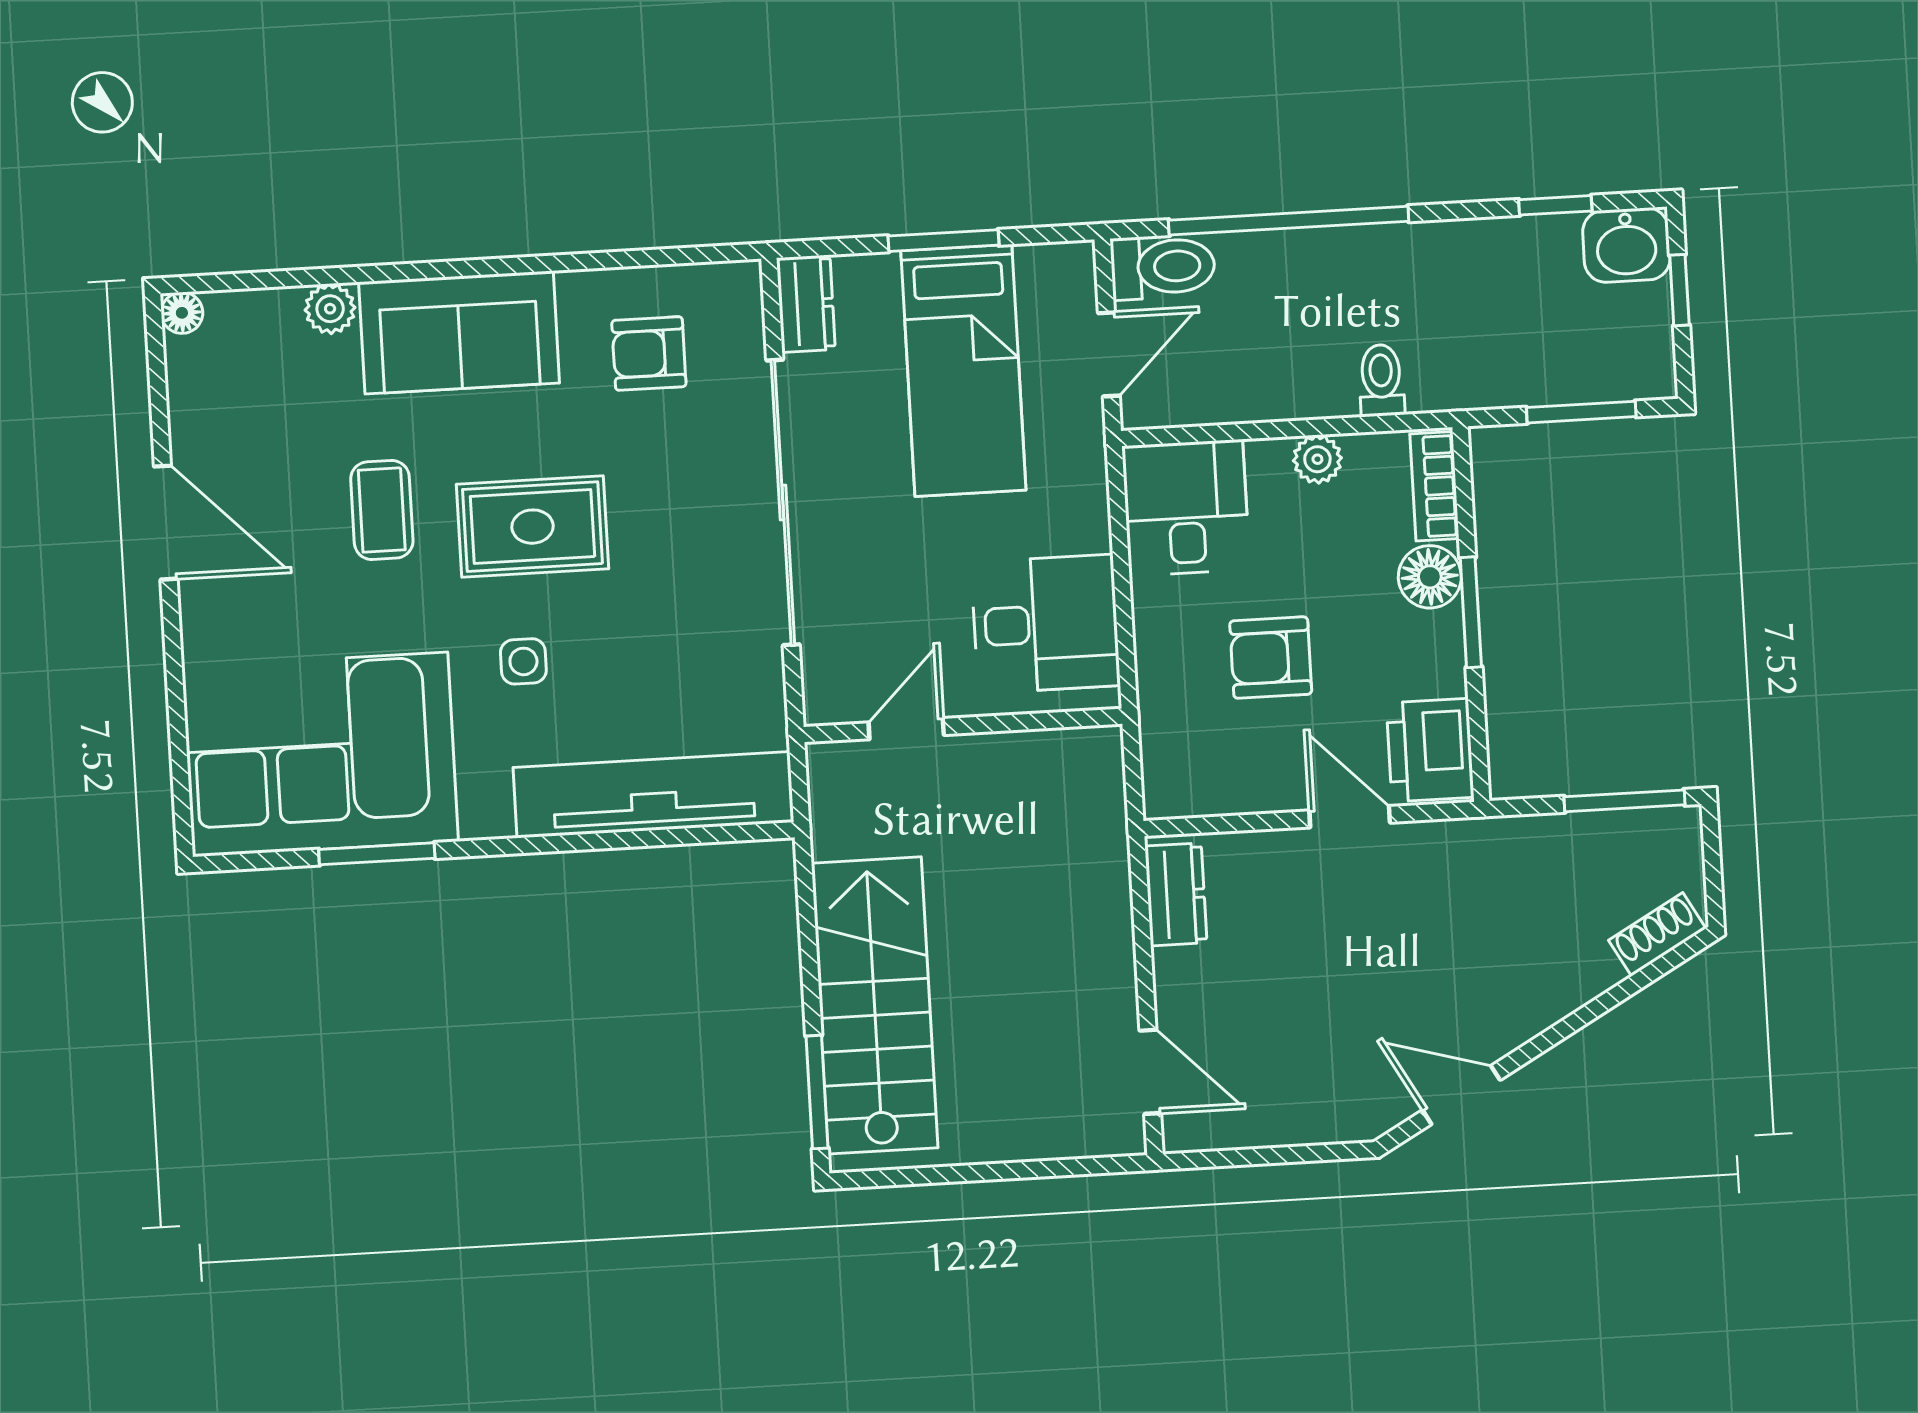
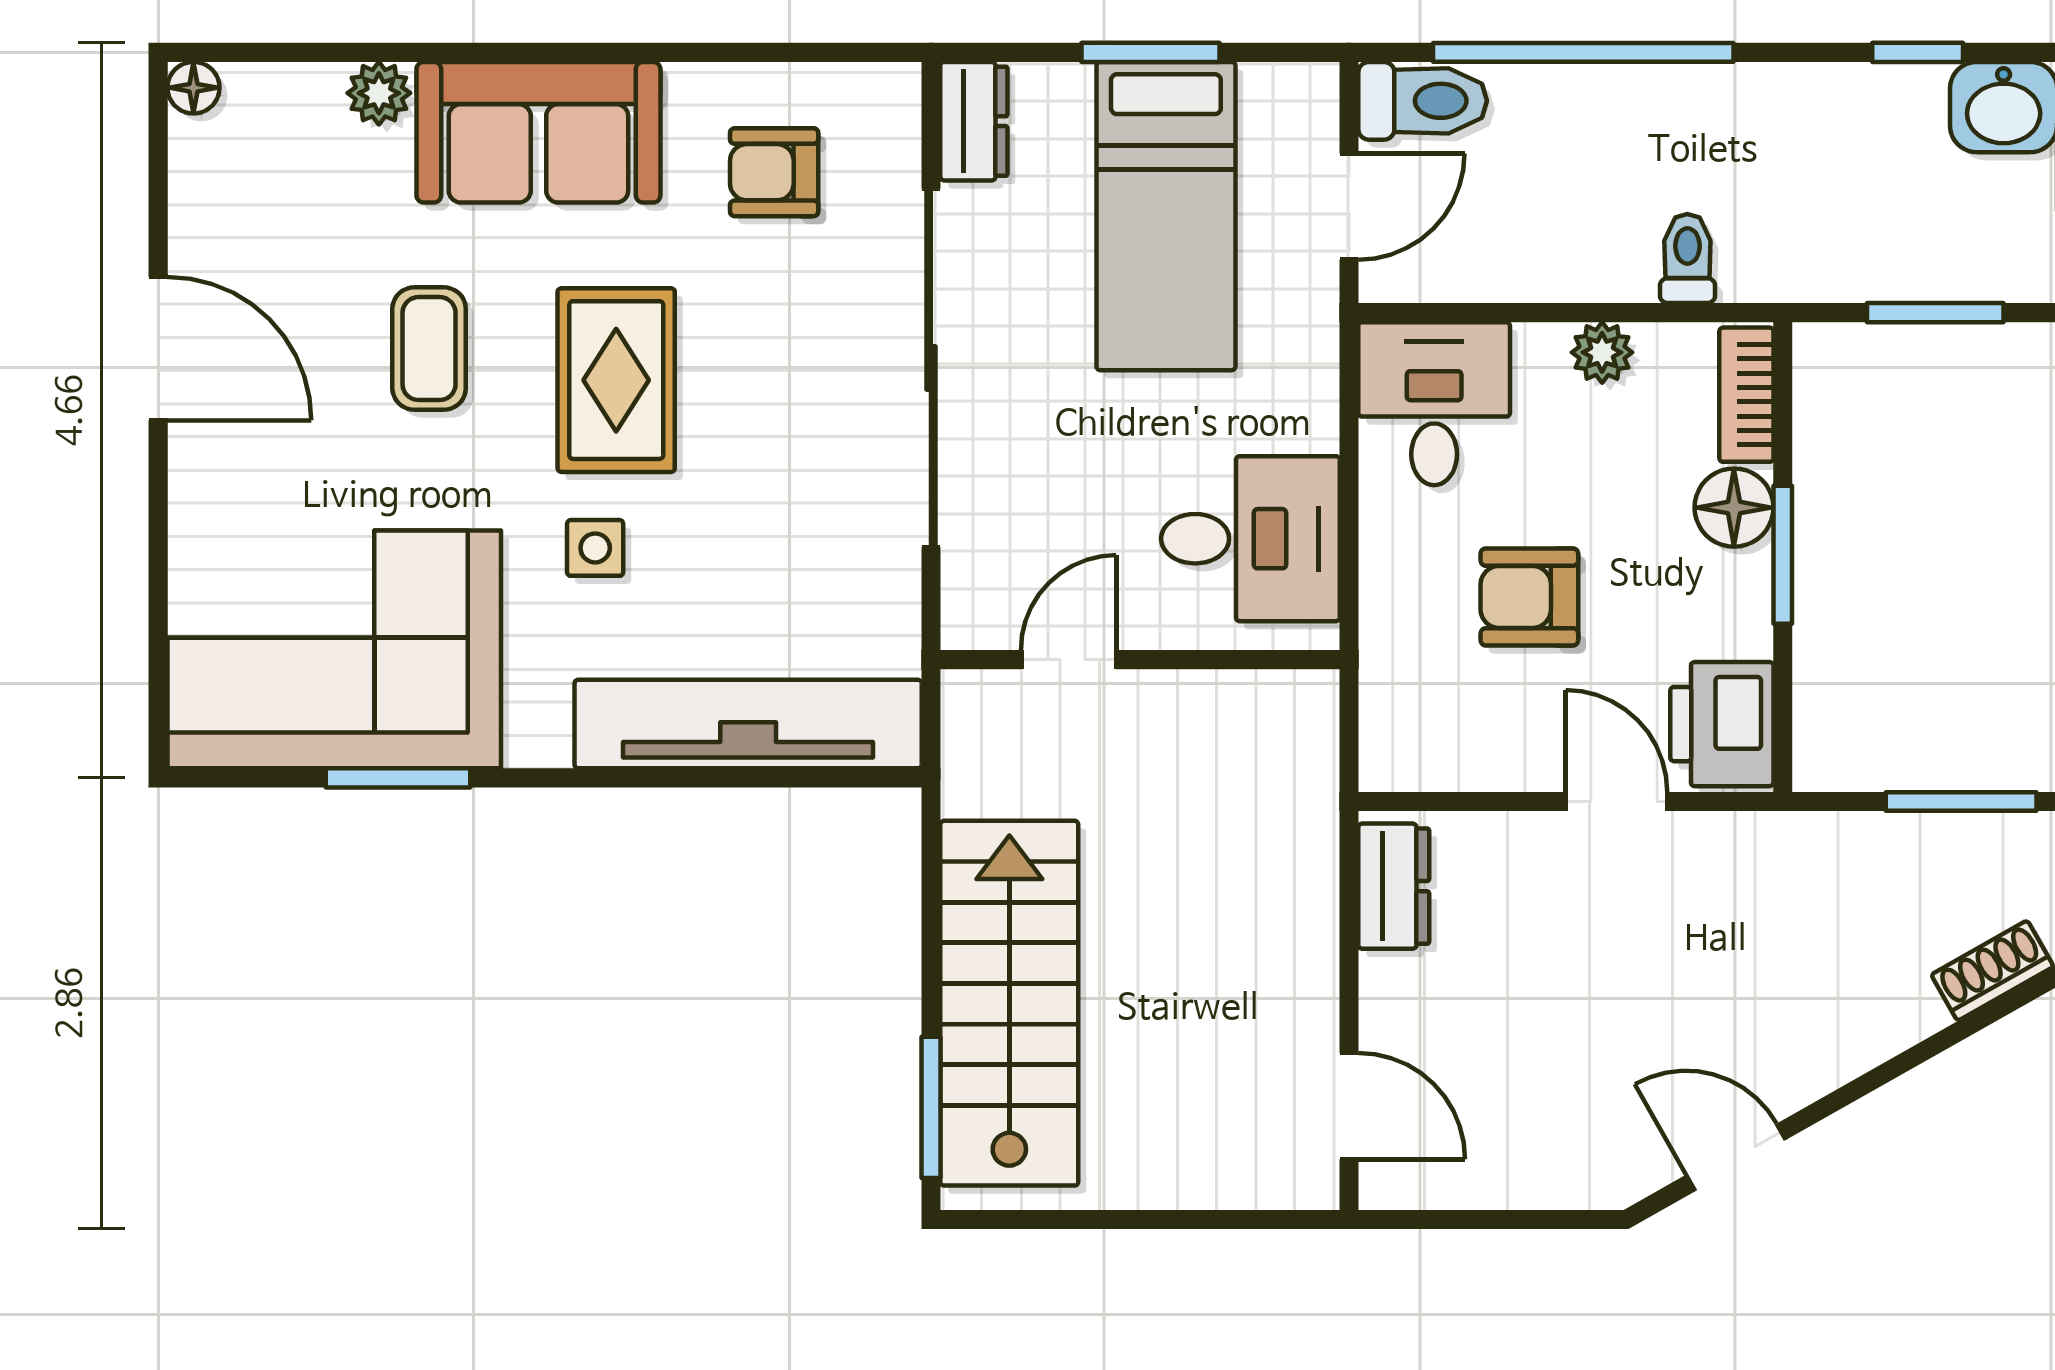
rug: (533, 527) -> (616, 380), turned 90

